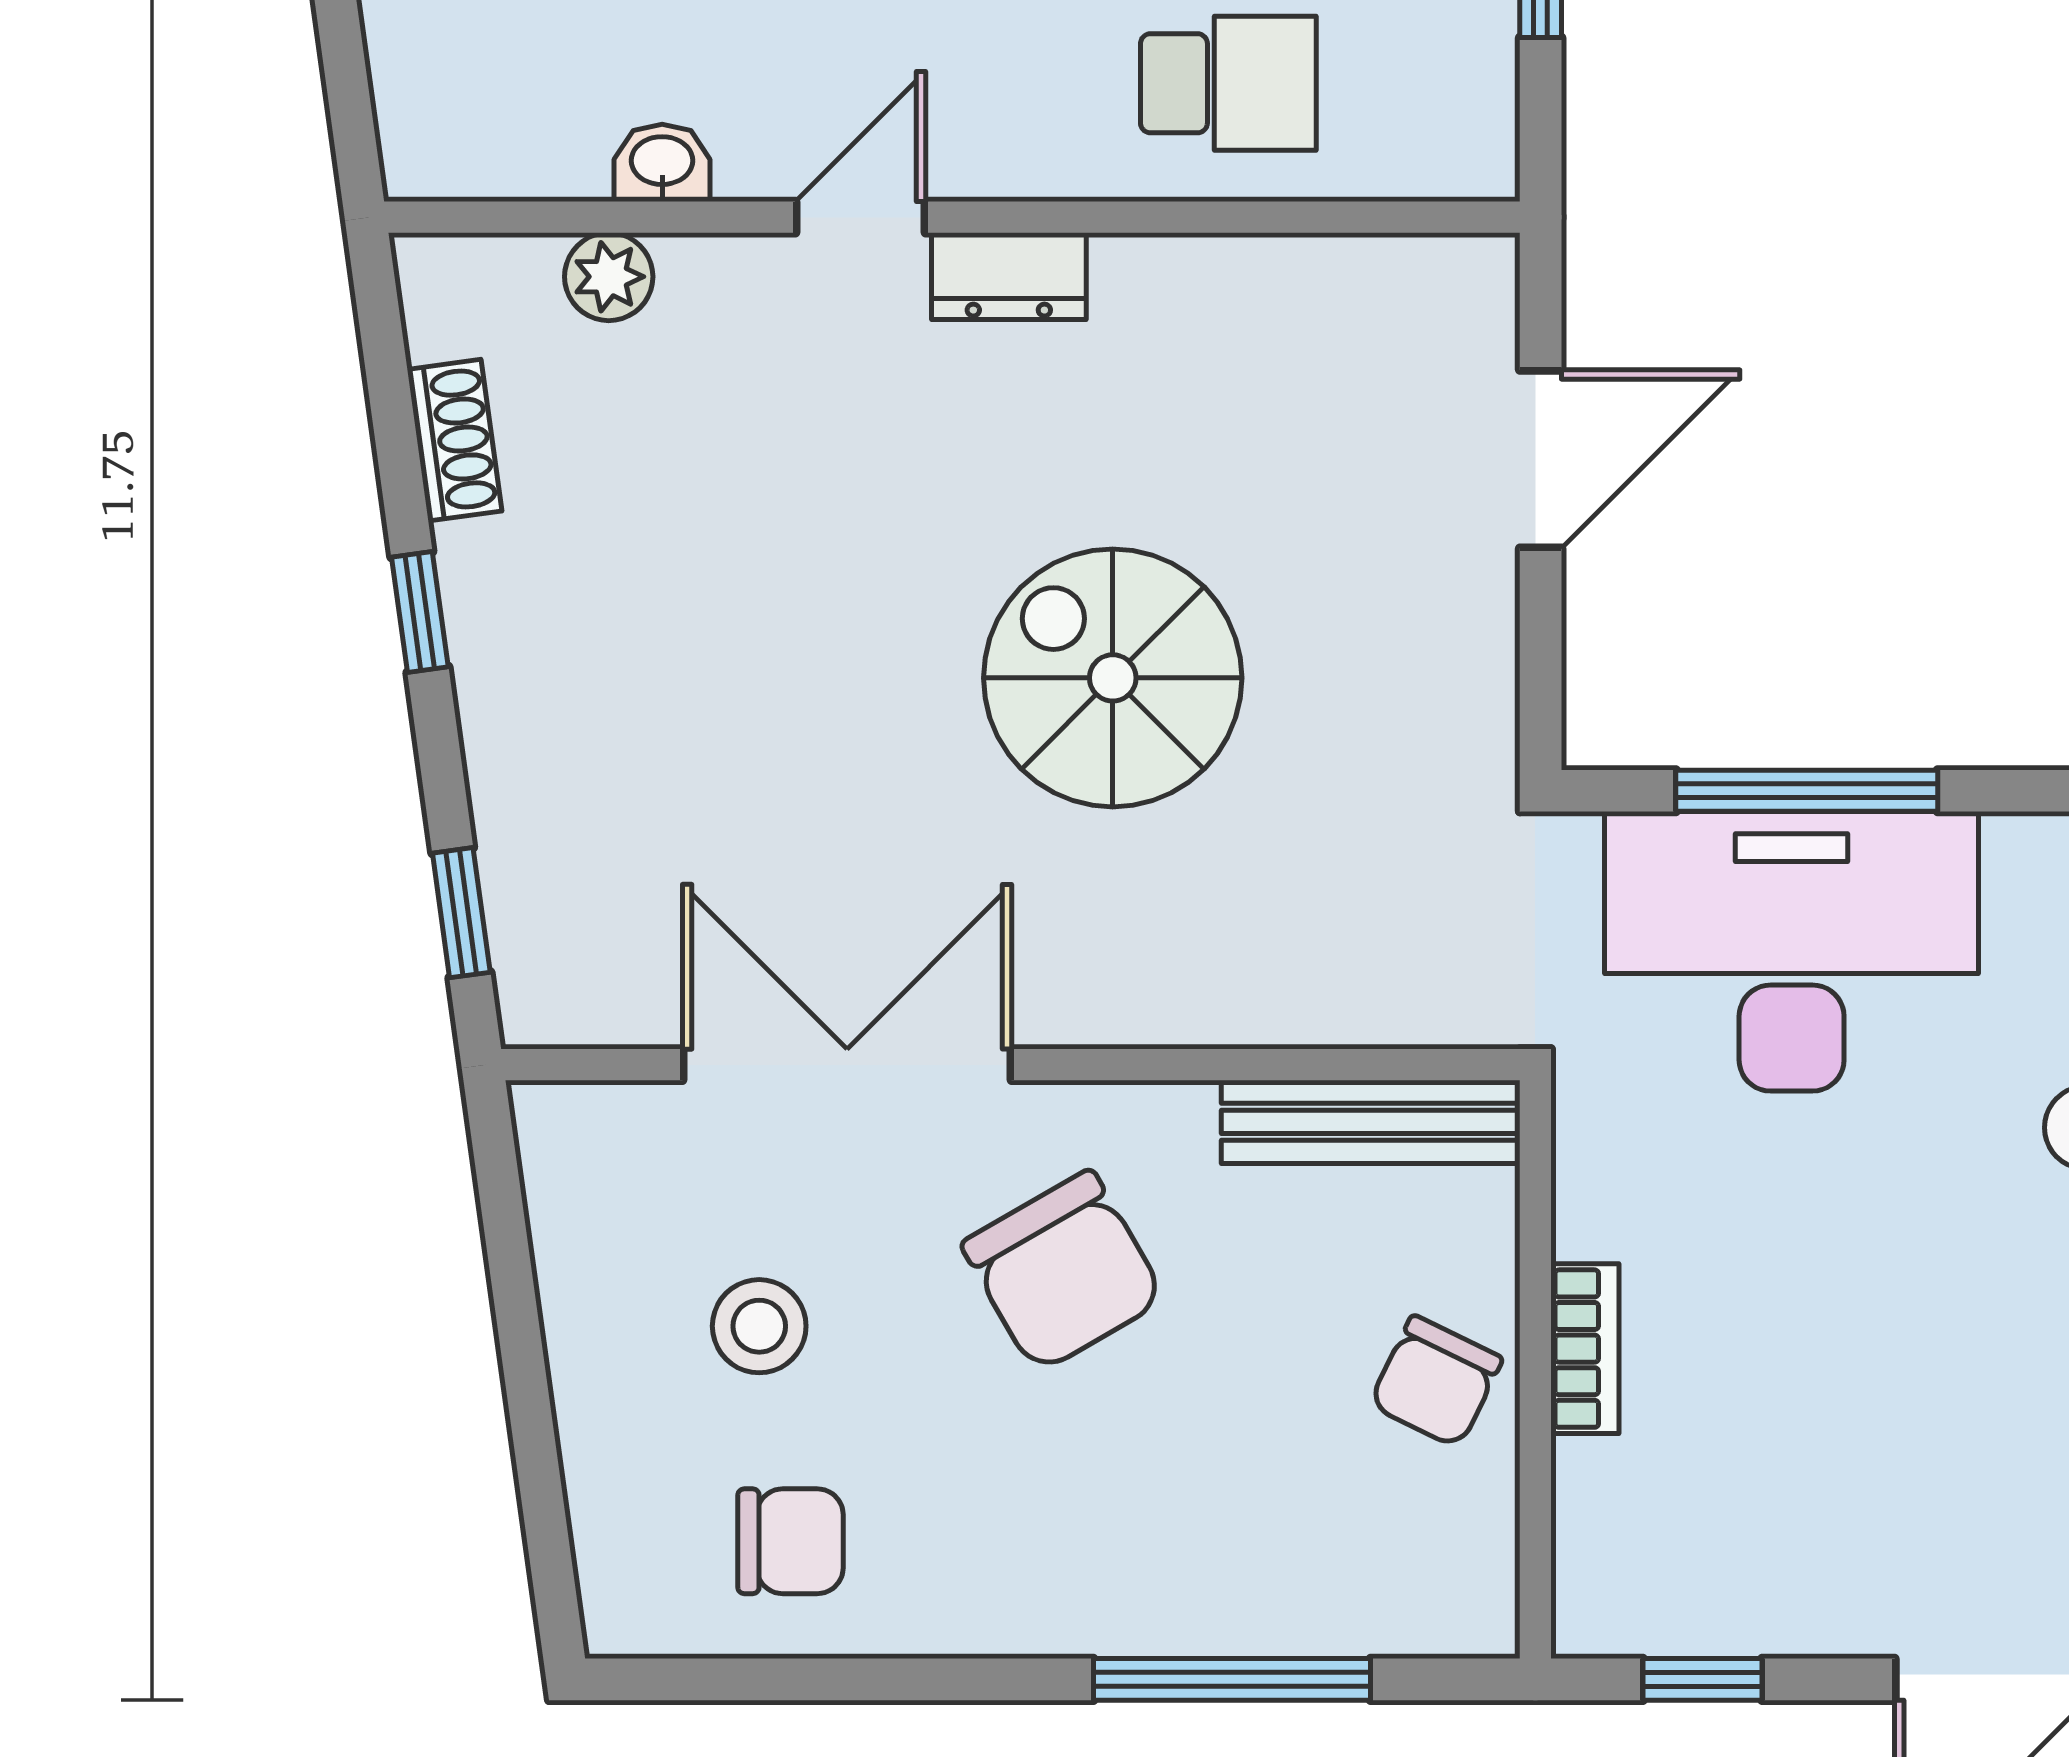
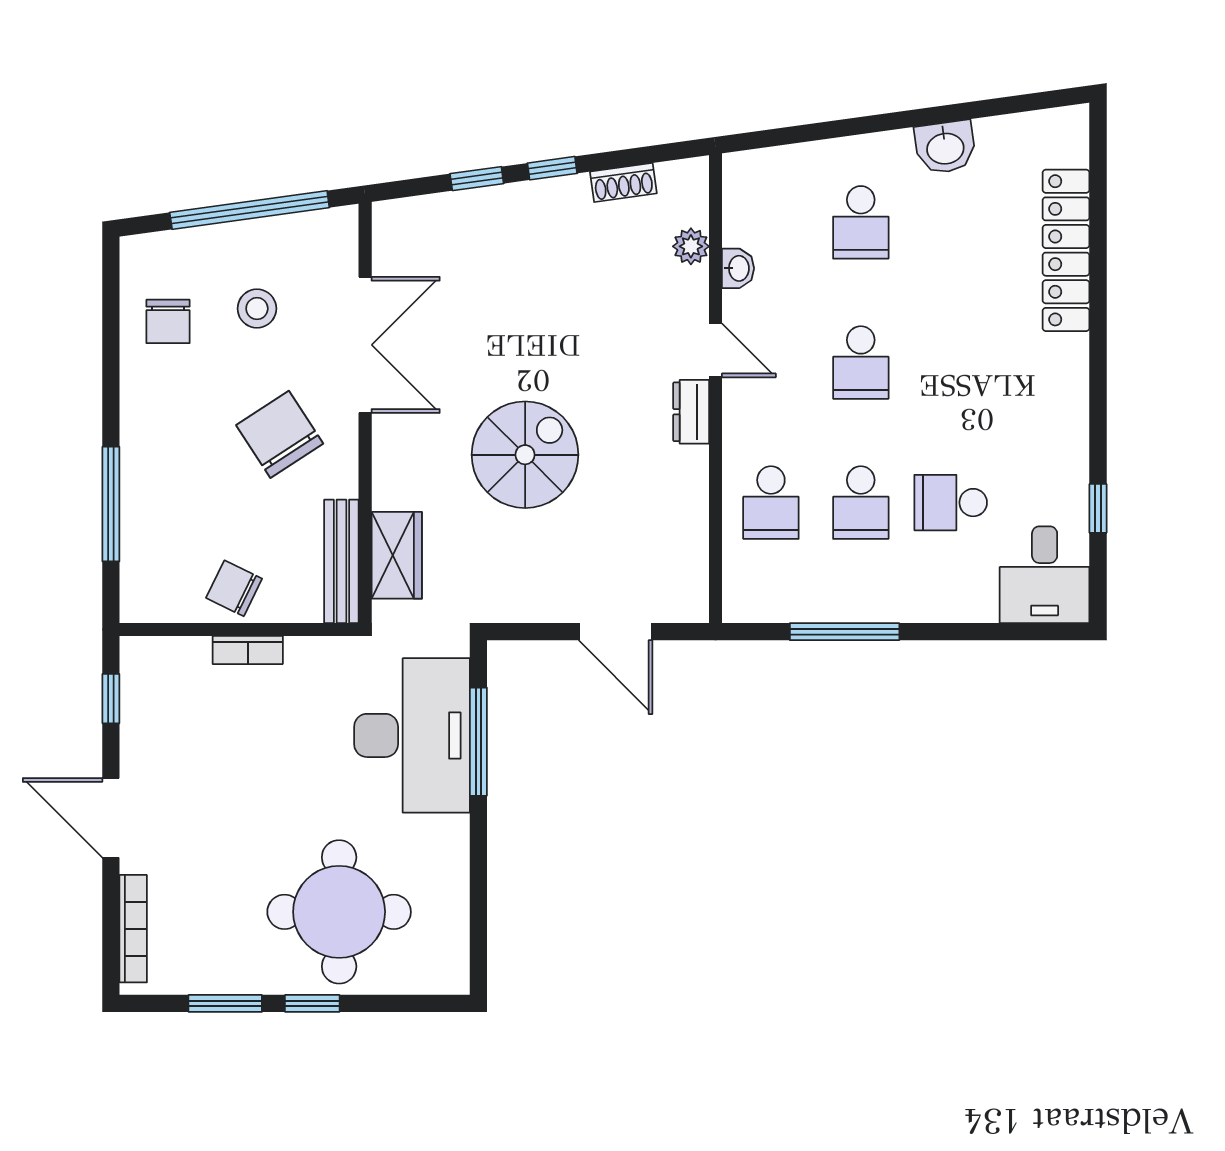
window: (461, 913) -> (477, 179), moved
wardrobe: (1356, 988) -> (397, 555), added
chair: (1063, 1271) -> (280, 434), turned 87
window: (521, 1344) -> (250, 210), added

